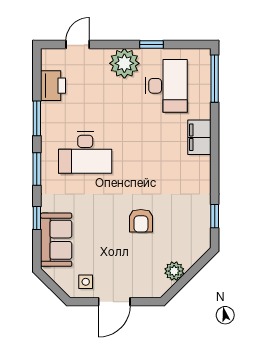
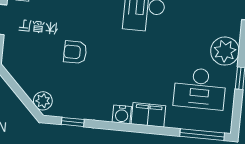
water cooler: (202, 165) -> (122, 114), added
plant: (174, 271) -> (43, 101), moved

